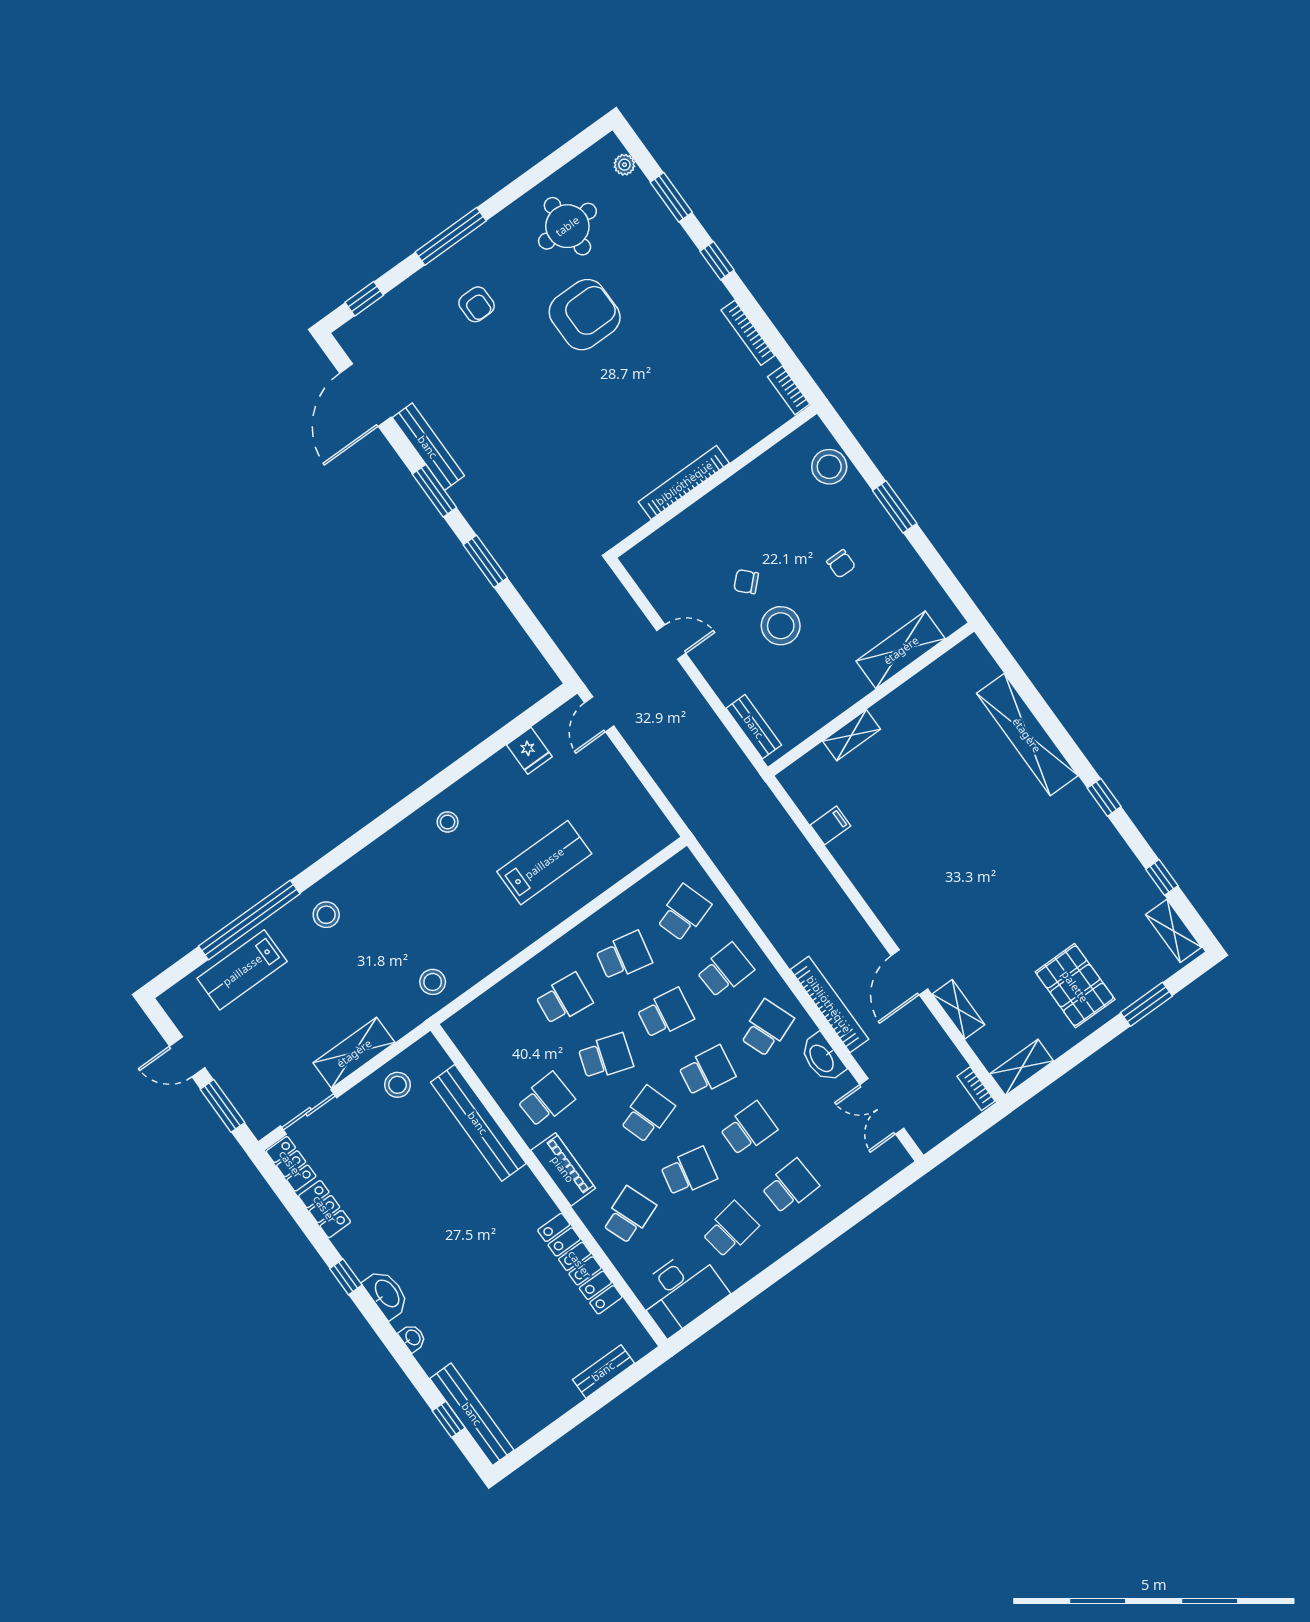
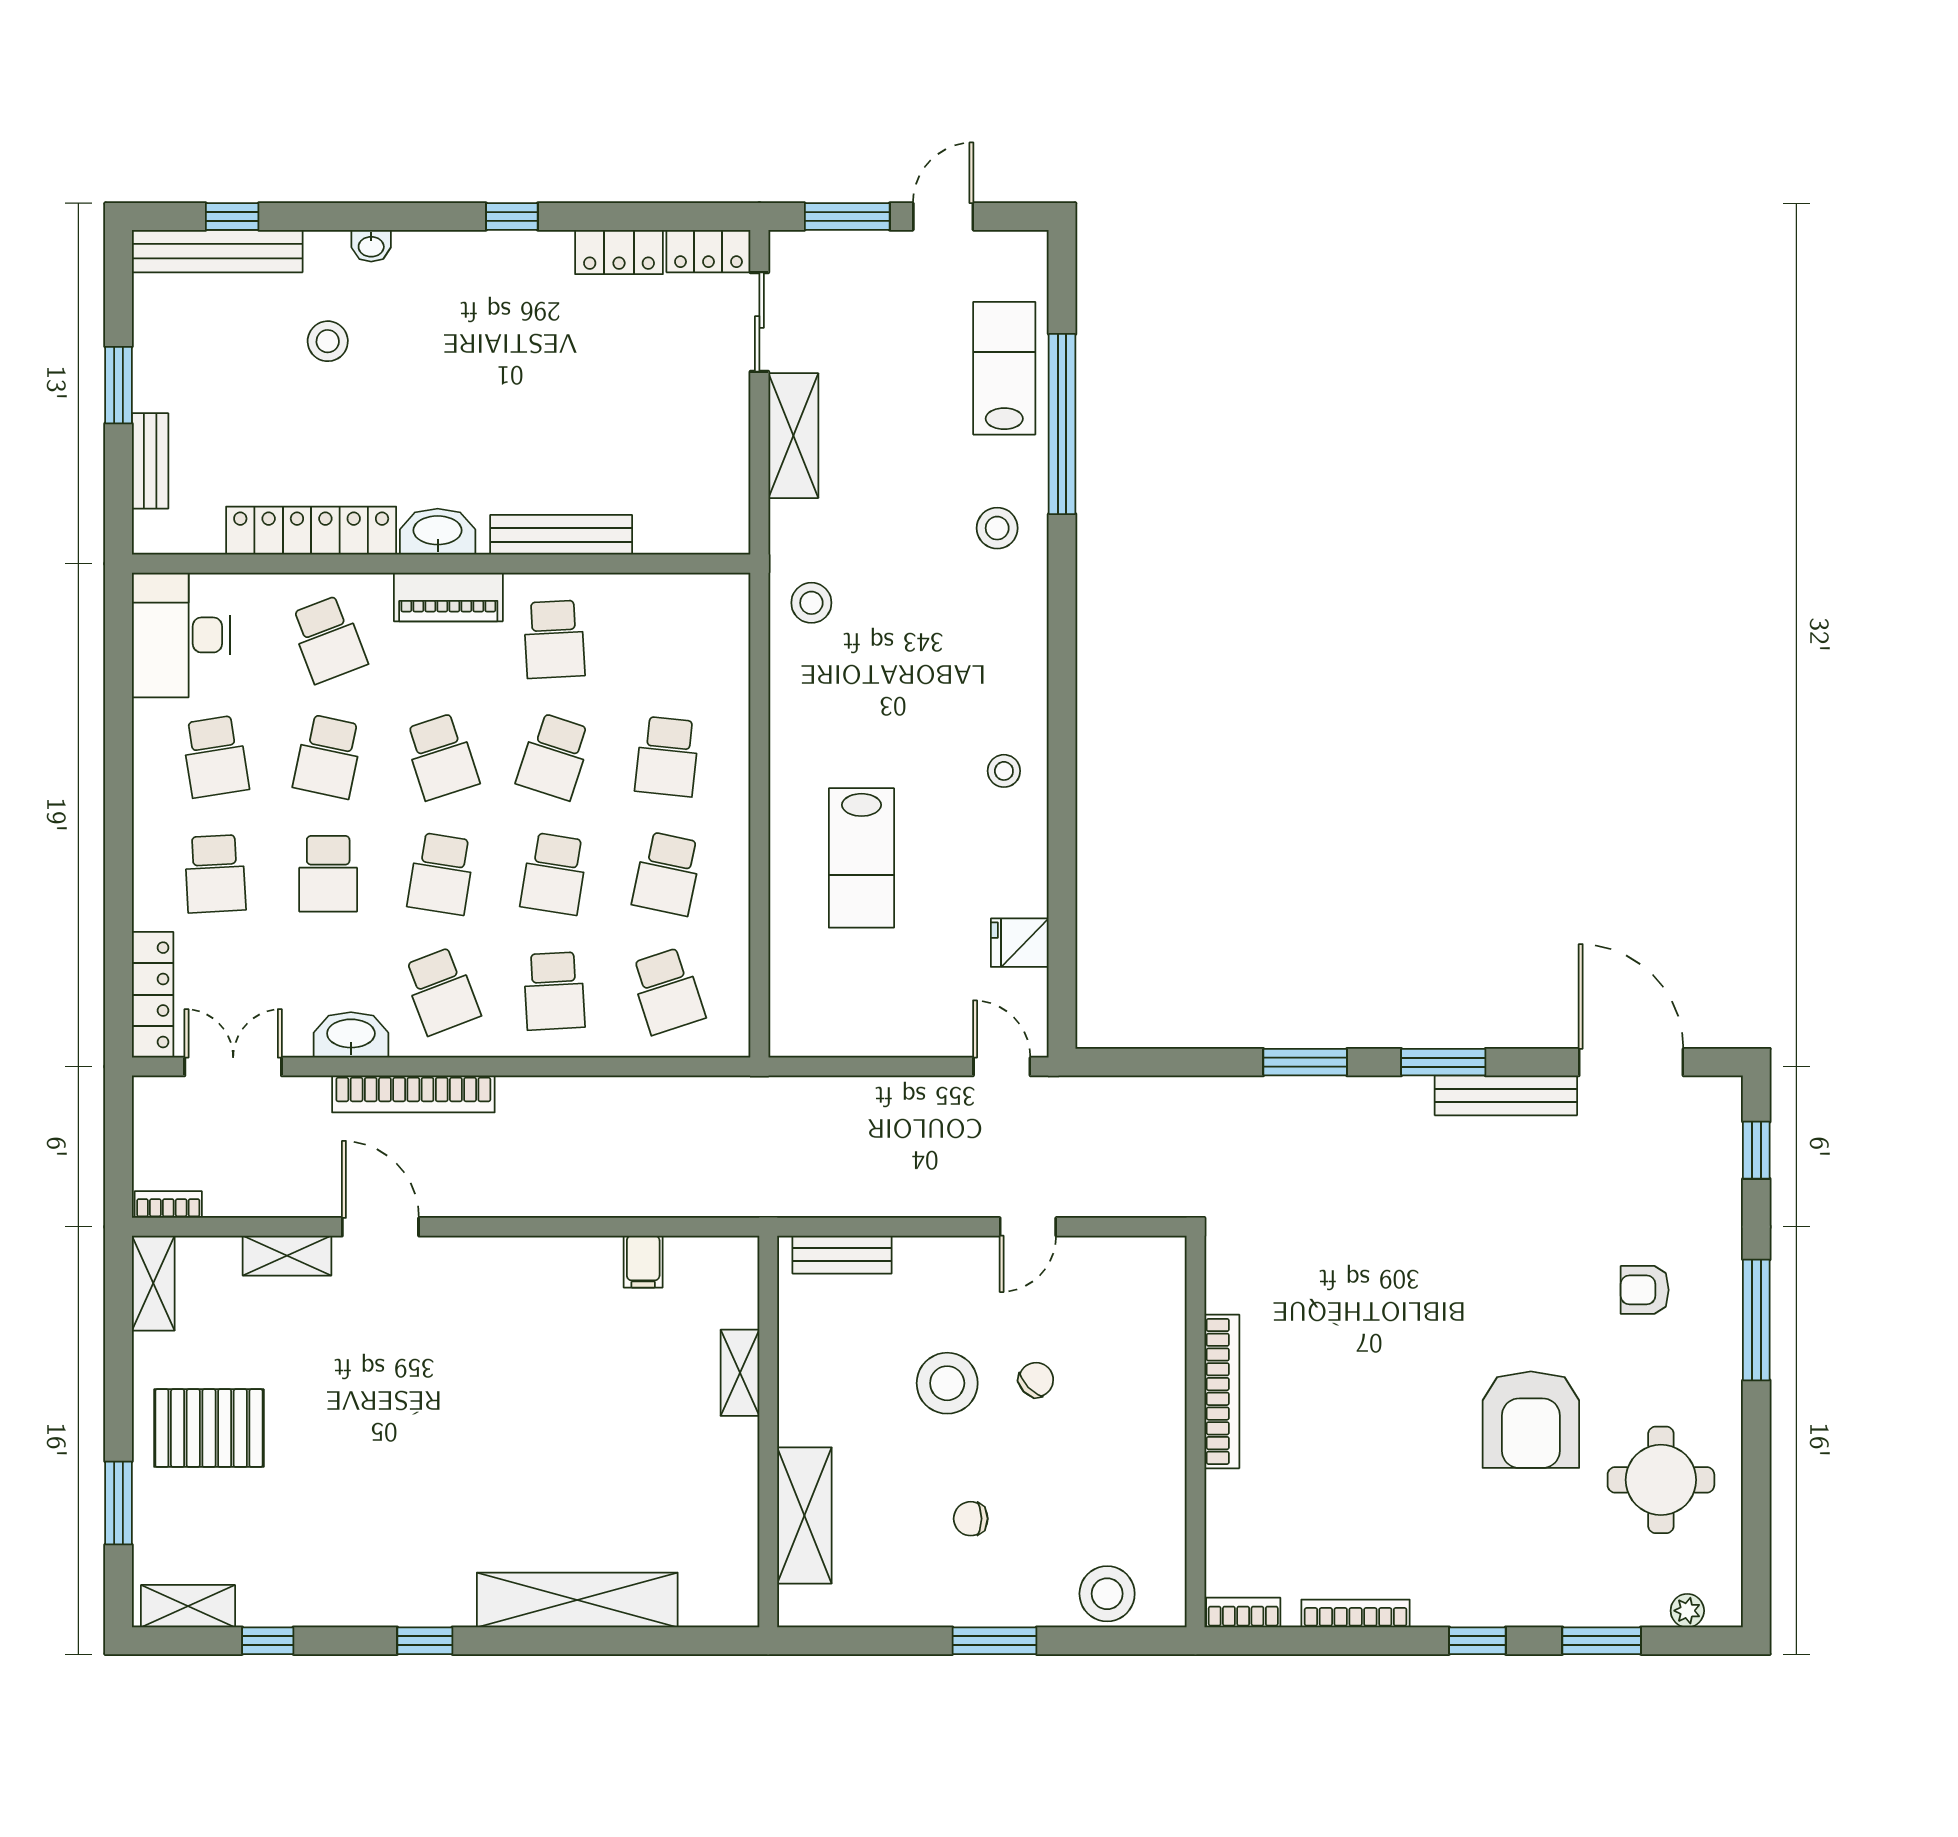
stool: (397, 1085) -> (328, 341), moved
bench: (478, 1123) -> (561, 535), width x0.73, depth x0.82
locker: (875, 1174) -> (153, 995), added
washbasin: (386, 1294) -> (438, 532), moved, turned 180
window: (576, 1415) -> (118, 385), added

